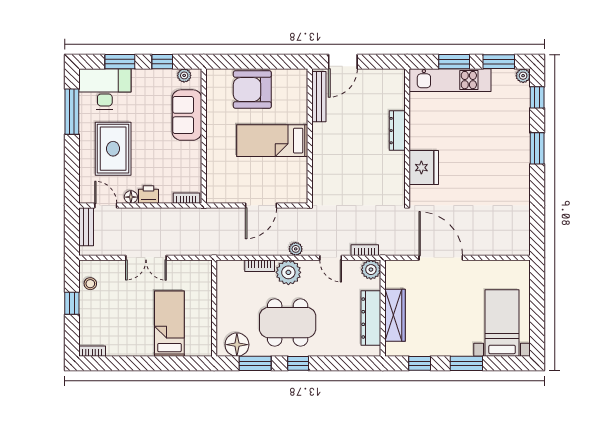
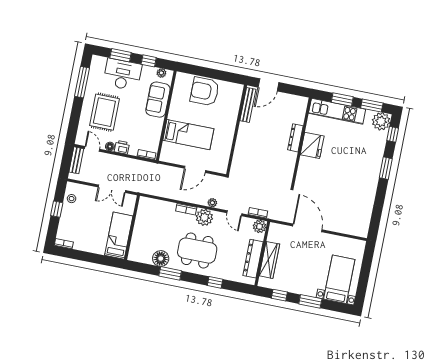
plant: (523, 76) -> (381, 121), width x1.87, depth x1.87
desk: (105, 89) -> (122, 75), moved
bed: (272, 141) -> (188, 135), moved, turned 180
fridge: (424, 168) -> (312, 145), moved
wall: (214, 308) -> (132, 228), moved
window: (298, 363) -> (215, 282), moved

